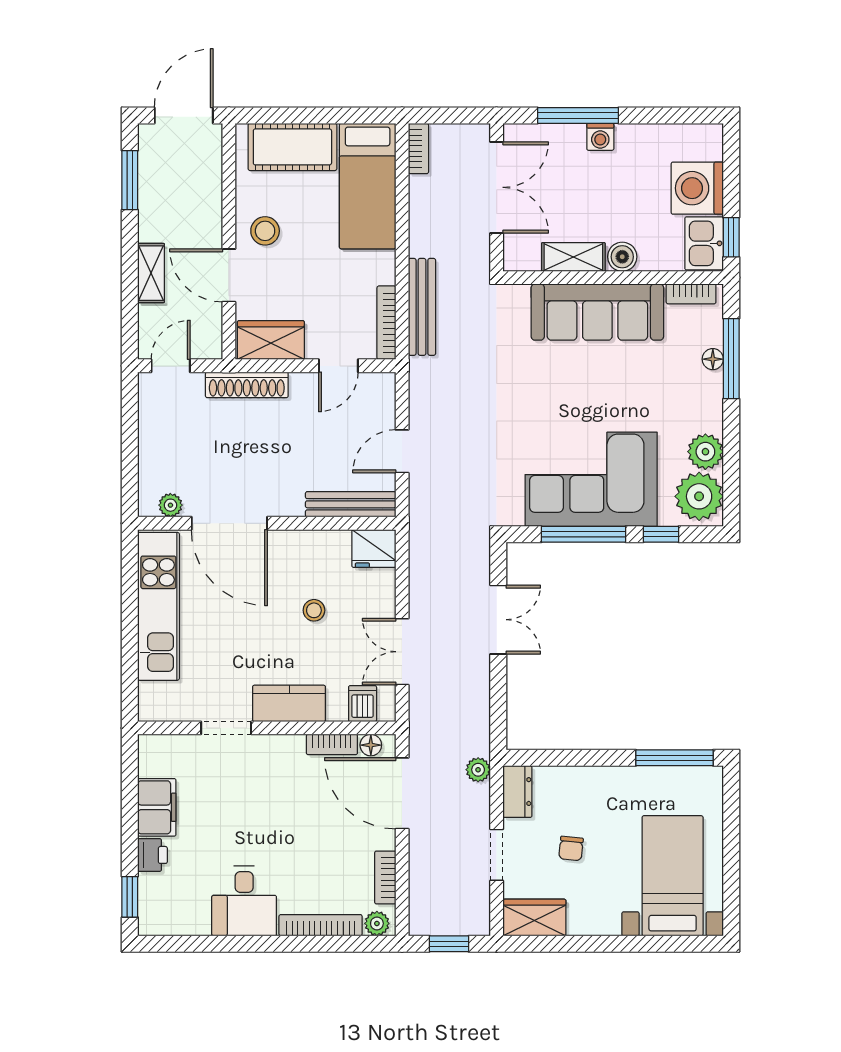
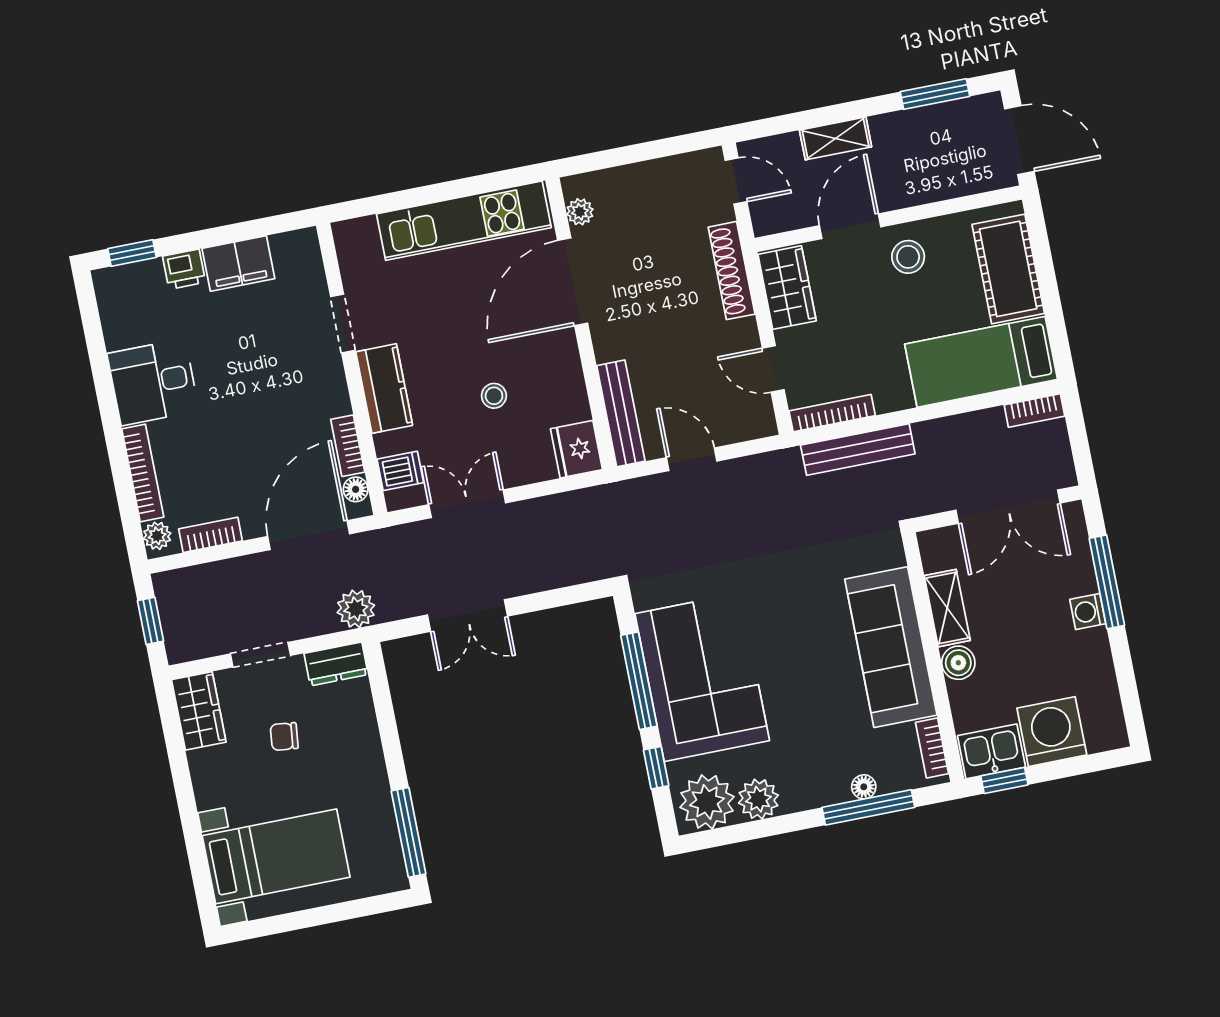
double door: (498, 620) -> (468, 615), moved
plant: (478, 770) -> (356, 609), width x1.38, depth x1.38

